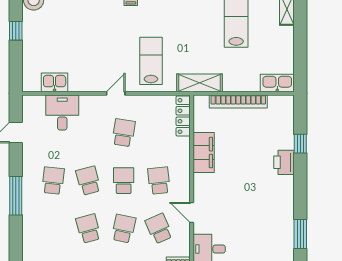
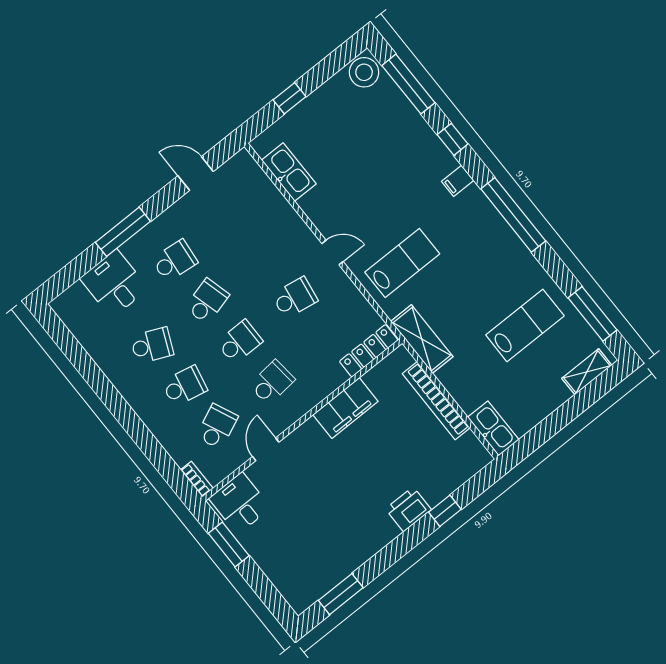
window: (16, 31) -> (289, 98), moved
kitchen sink: (55, 82) -> (289, 172), width x1.38
desk: (62, 113) -> (114, 284), moved, turned -90
school desk: (88, 229) -> (152, 345), turned 39

